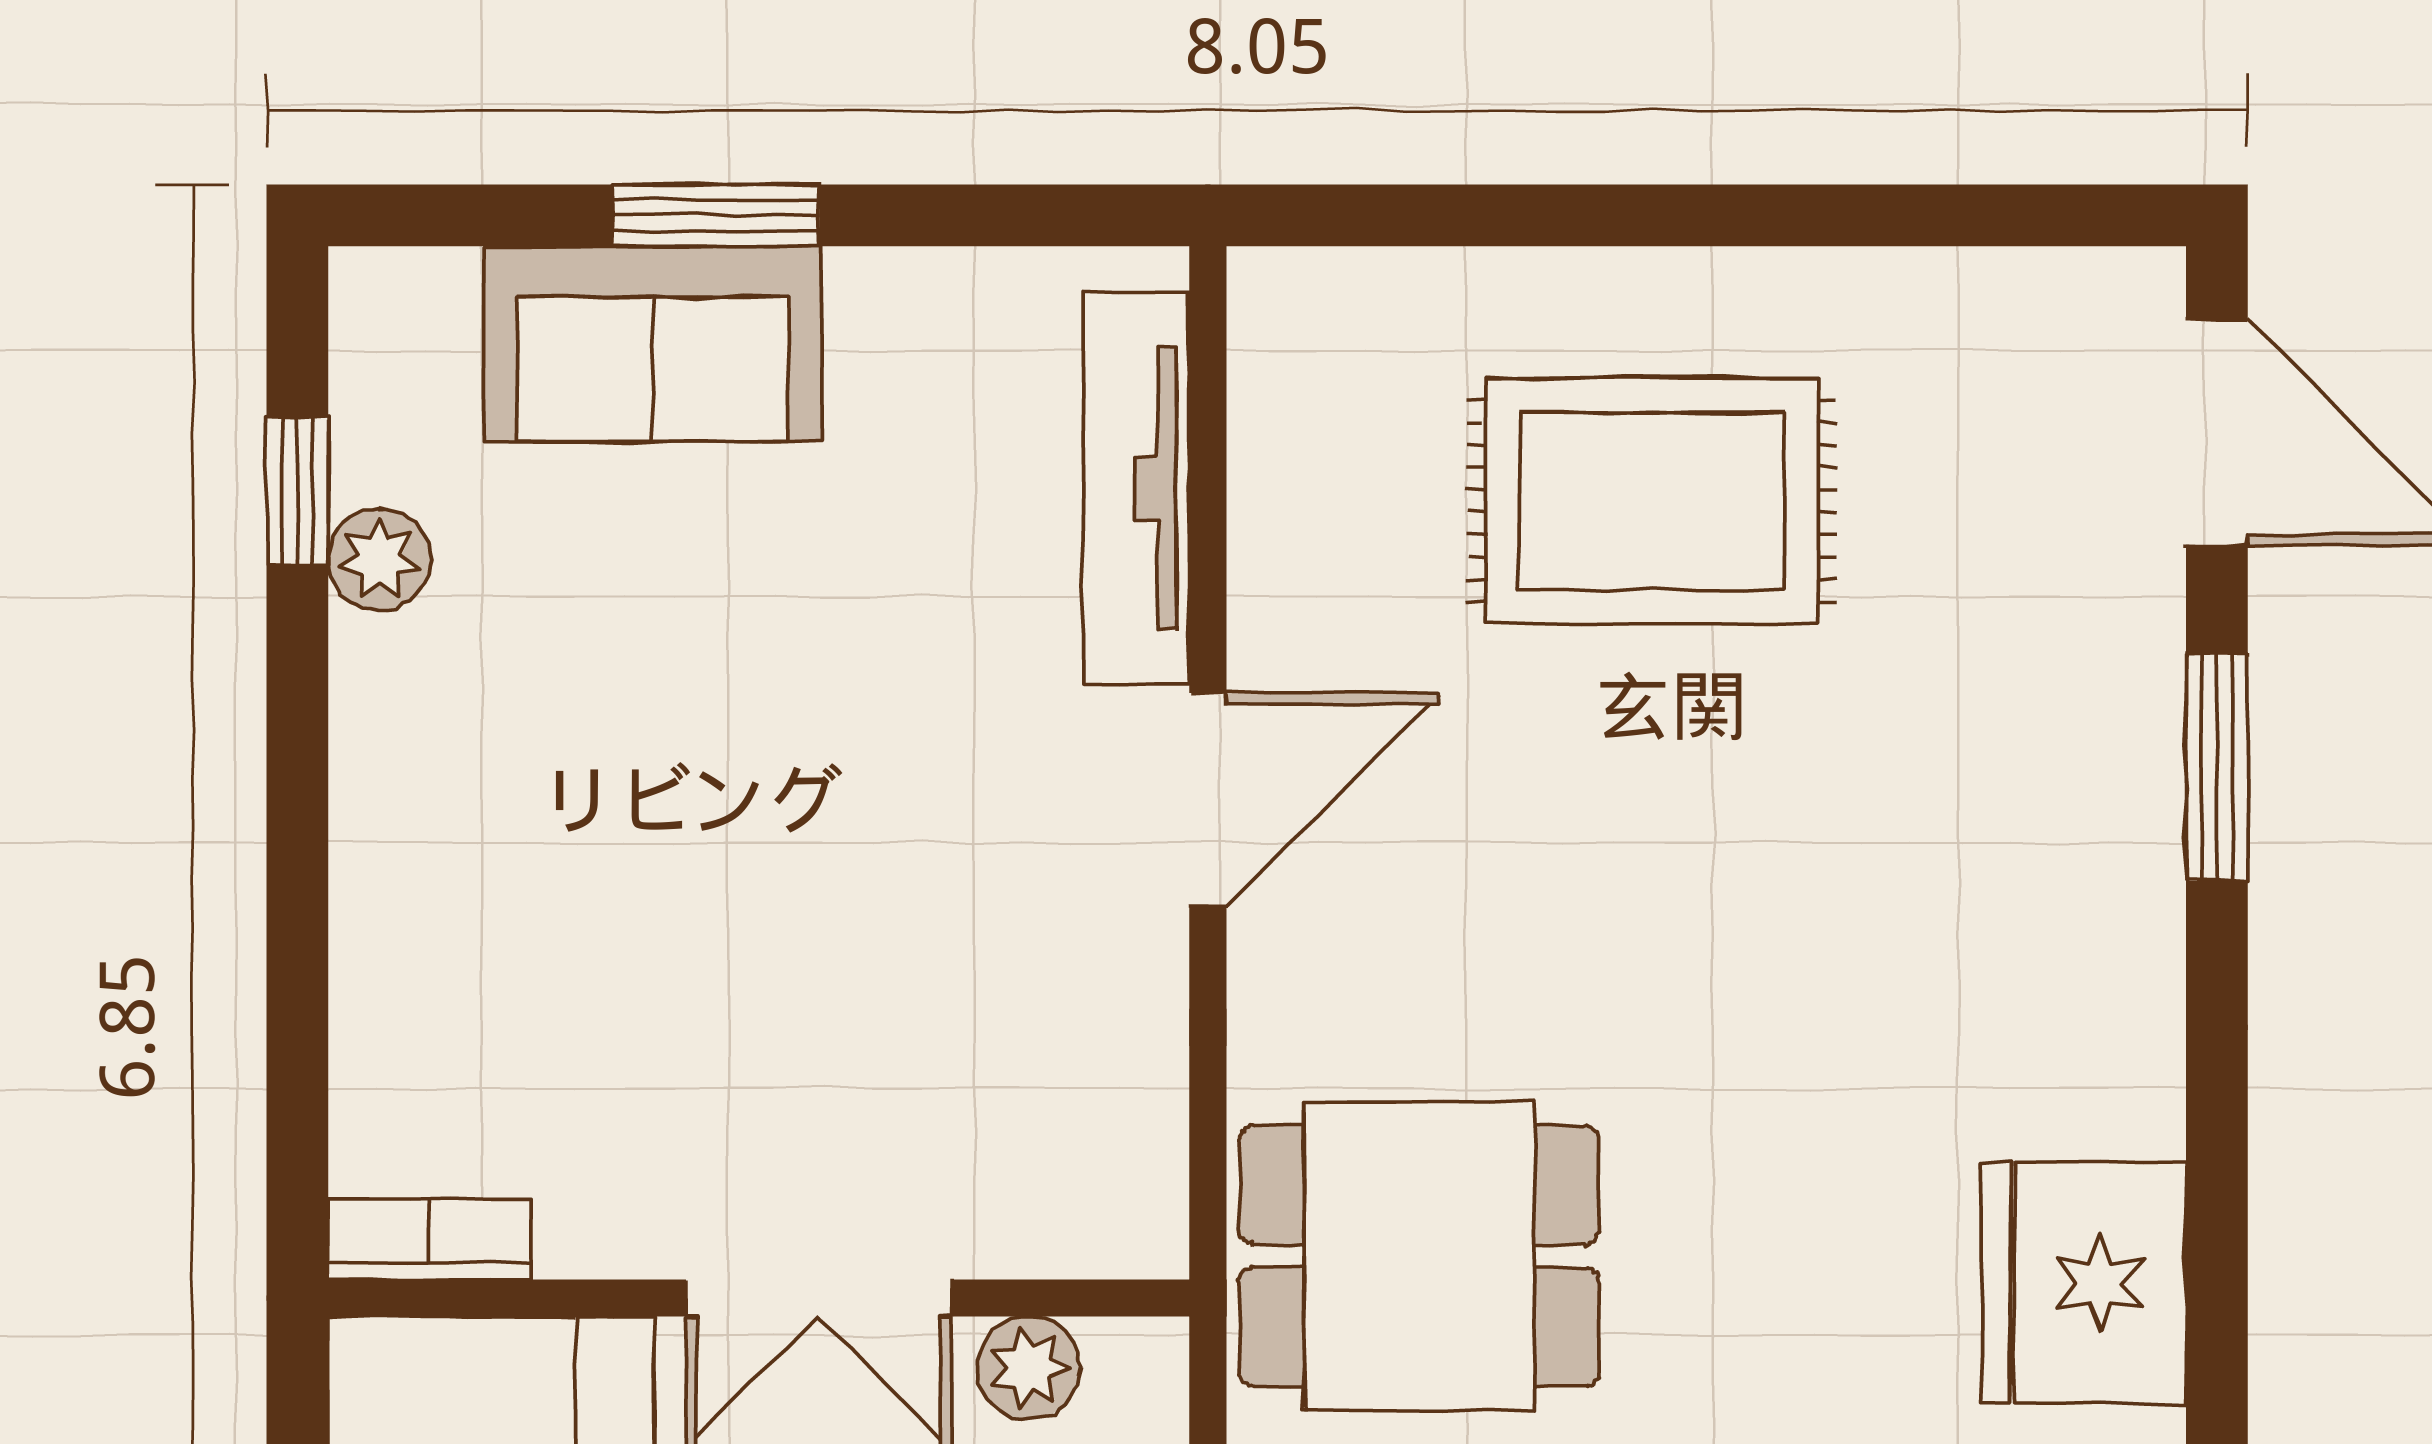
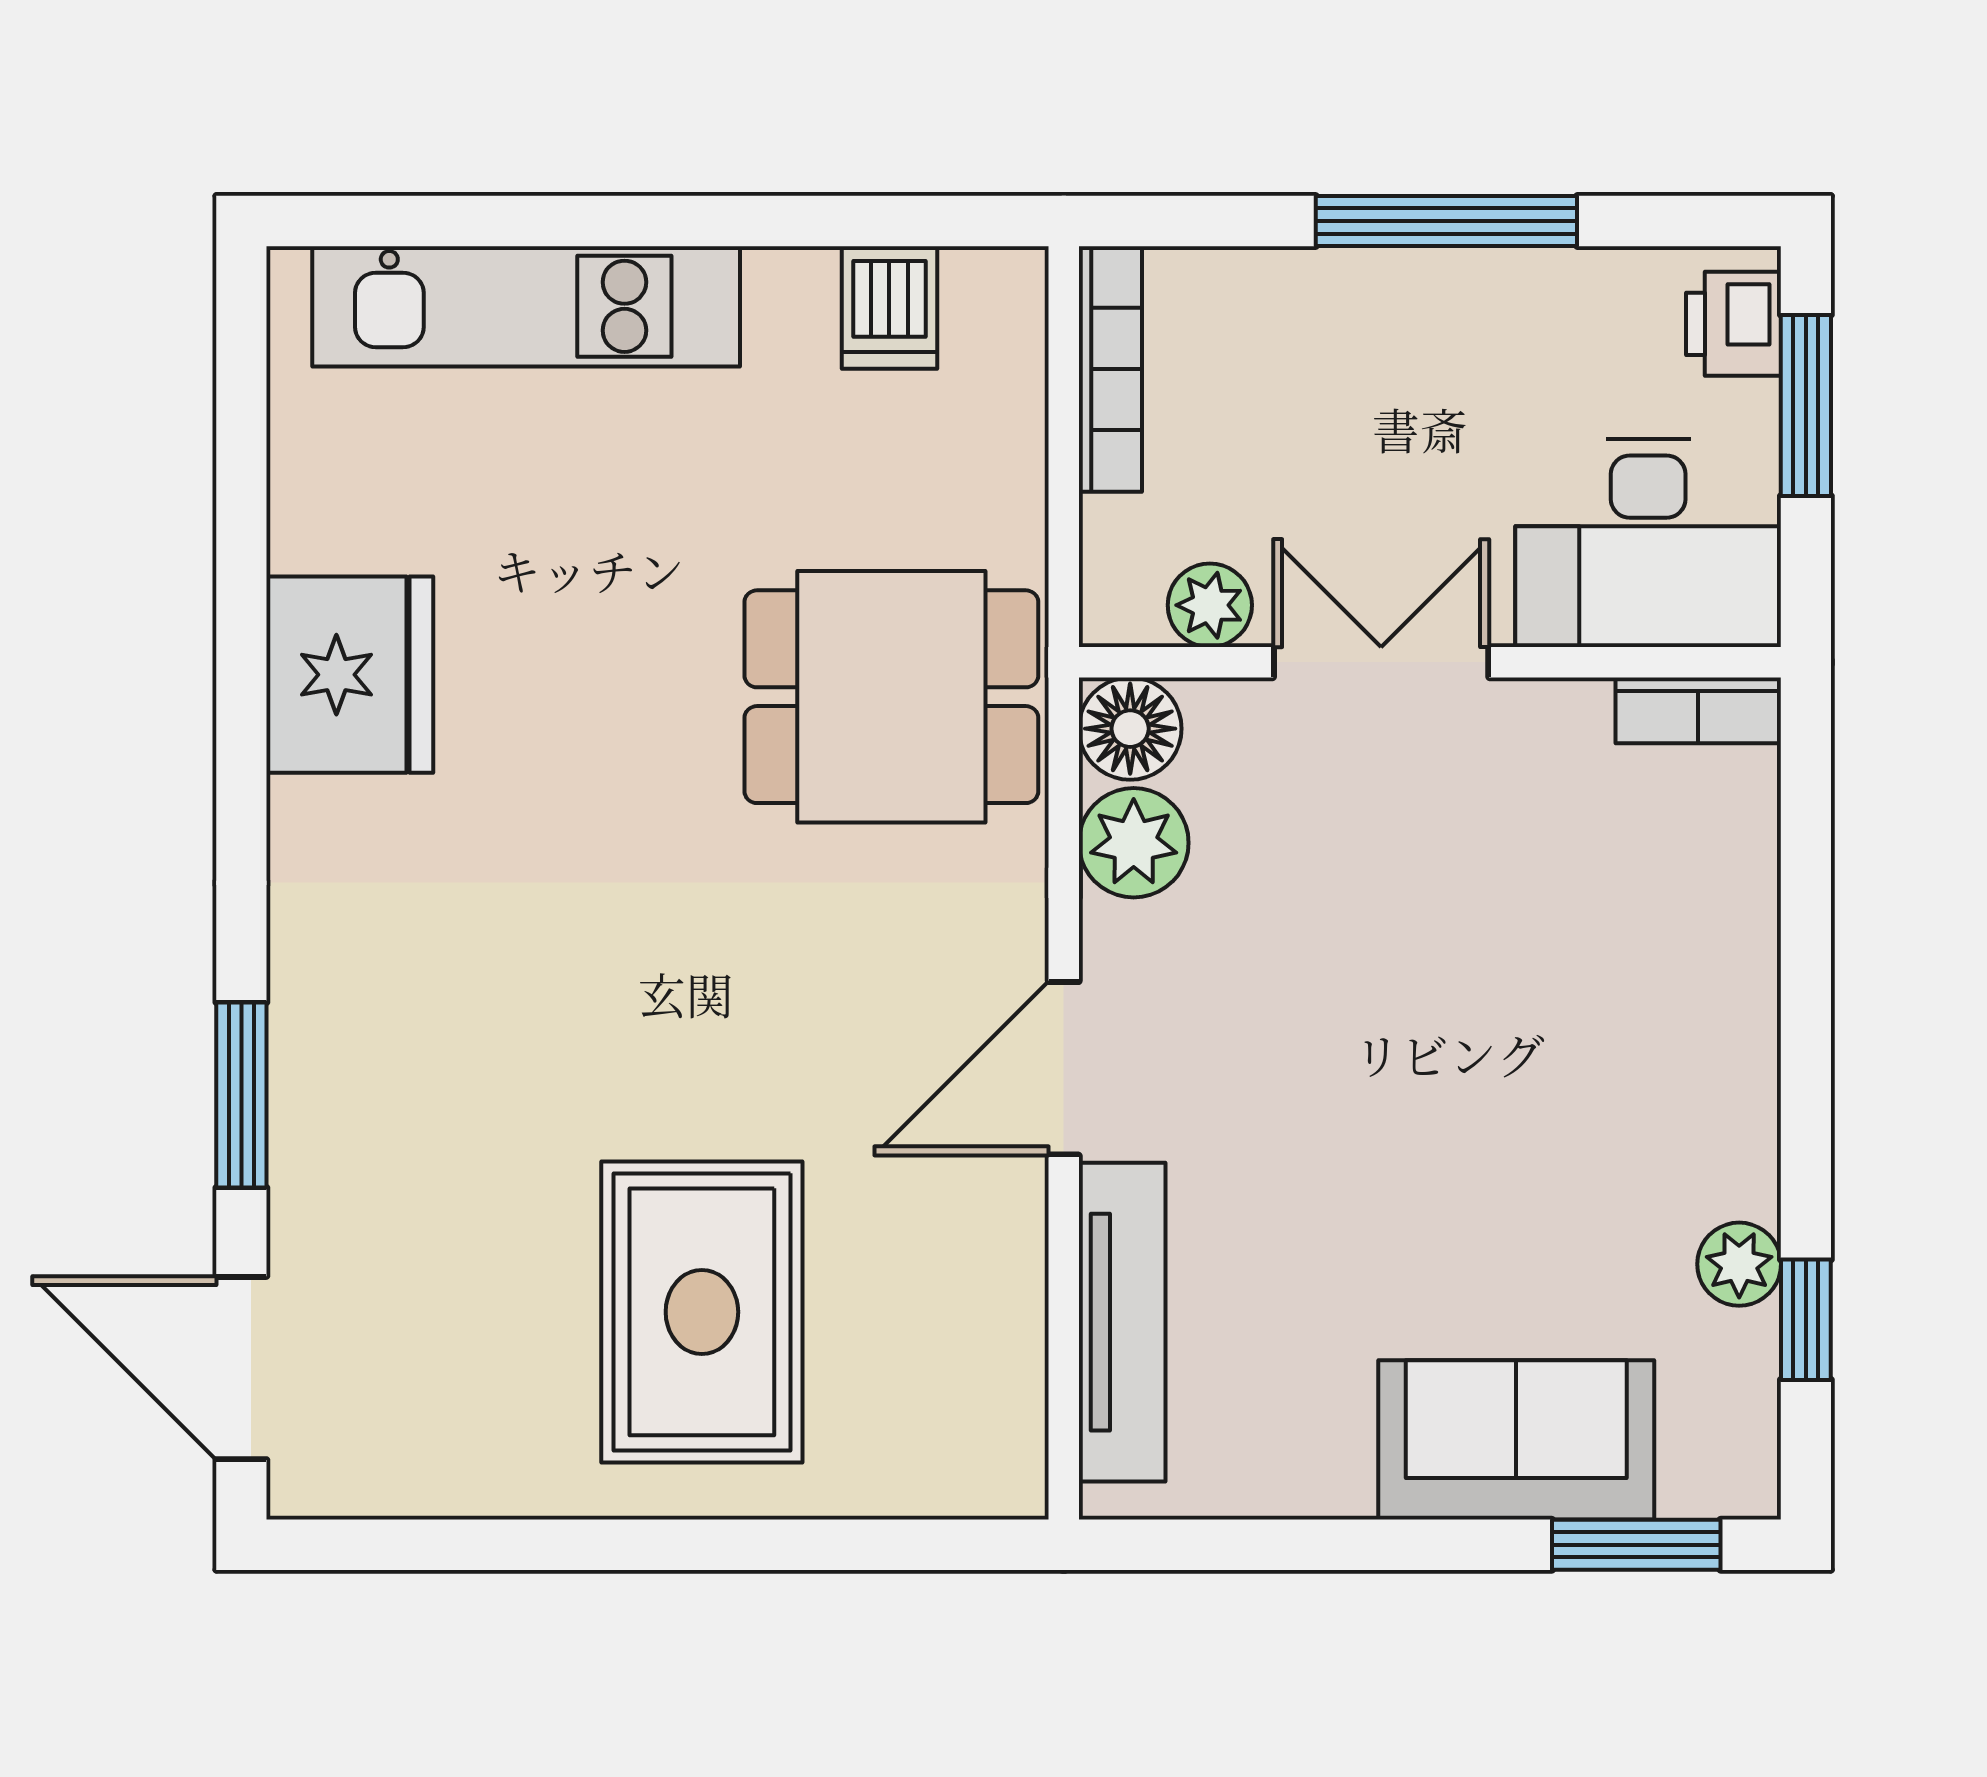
window: (716, 215) -> (1636, 1545), moved
rug: (1652, 501) -> (702, 1312), turned 90
plant: (1122, 1077) -> (1134, 843), added
floor lamp: (1126, 1217) -> (1130, 729), added

